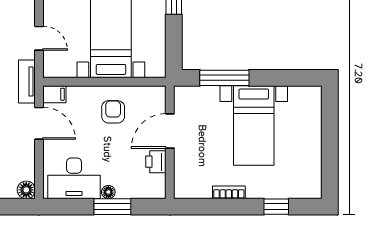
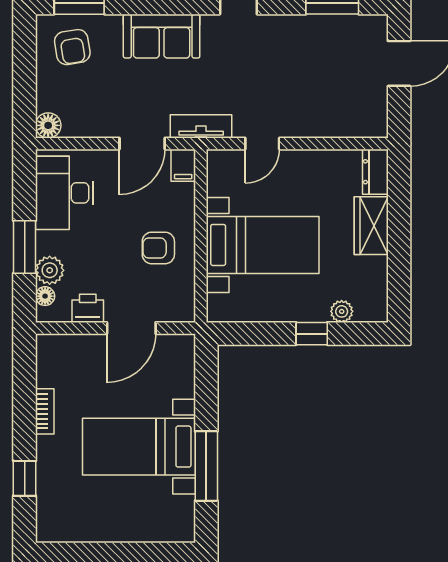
window: (224, 78) -> (206, 466), moved
armchair: (113, 112) -> (158, 248), turned 180
door: (170, 131) -> (131, 328), swing flipped
plant: (129, 189) -> (50, 270), added
floor lamp: (108, 192) -> (45, 296), moved

